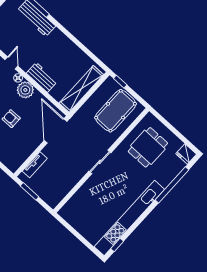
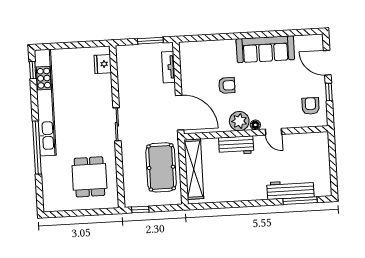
window: (120, 82) -> (140, 210), moved
pool table: (116, 111) -> (161, 167), moved
fridge: (186, 154) -> (103, 64), moved, turned -90
window: (172, 185) -> (37, 147), moved

